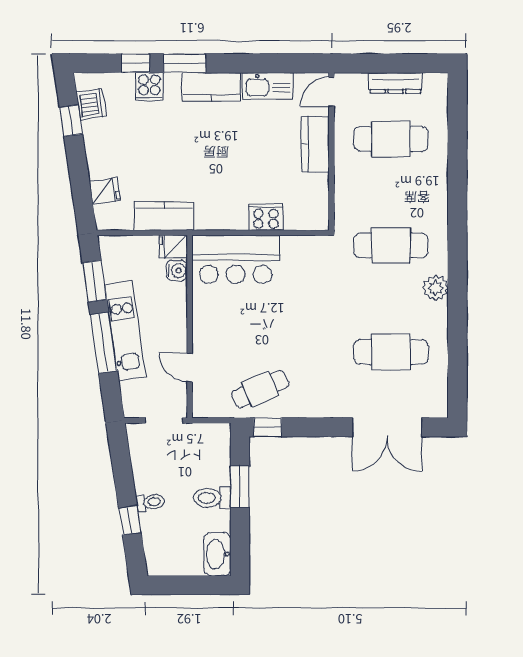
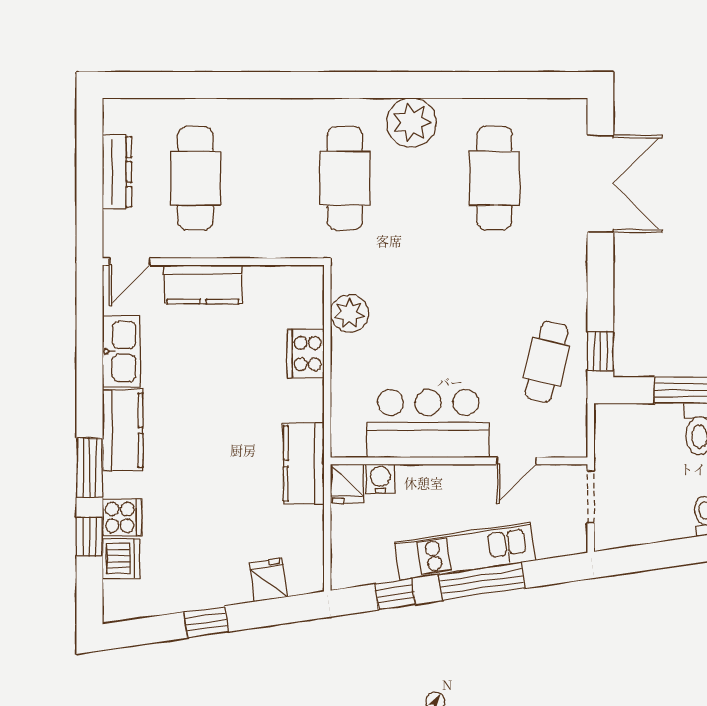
door: (331, 92) -> (130, 262), hinge flipped
dishwasher: (91, 105) -> (121, 558), moved, turned 98
window: (71, 121) -> (206, 622), moved
kitchen counter: (164, 216) -> (304, 463), moved
plant: (295, 248) -> (349, 313), added
bar counter: (236, 259) -> (428, 424), moved, turned -90
window: (95, 281) -> (395, 594), width x0.67
plant: (435, 288) -> (411, 122), width x1.36, depth x1.36
cafe table: (260, 389) -> (547, 362), turned 38

